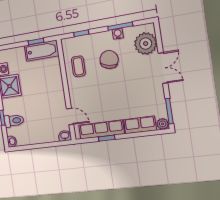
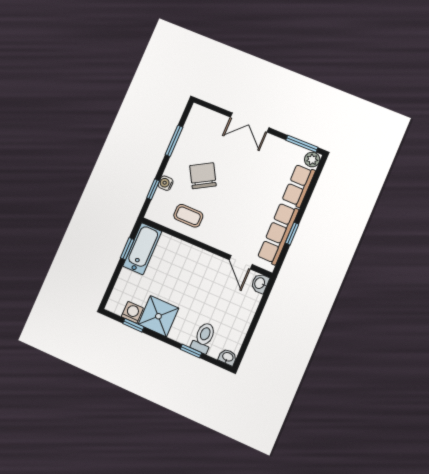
water cooler: (118, 34) -> (166, 183), moved
plant: (146, 44) -> (211, 125), removed
chair: (109, 60) -> (203, 176), turned 47
double door: (163, 68) -> (250, 122), swing flipped
door: (70, 116) -> (241, 262), swing flipped

